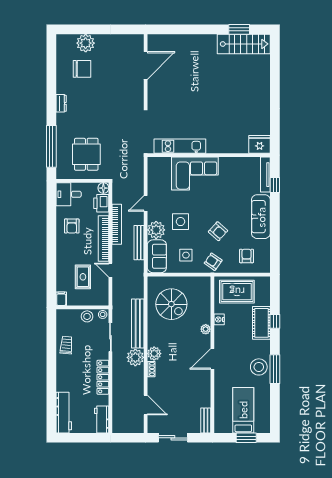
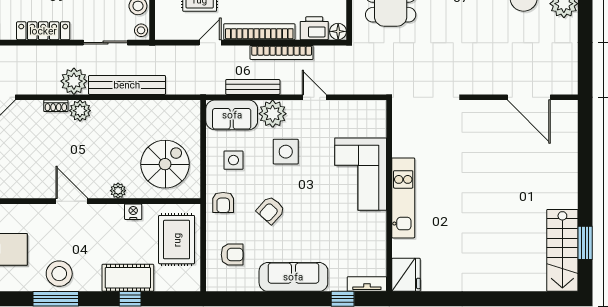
kitchen unit: (180, 146) -> (403, 198), moved
tv unit: (265, 175) -> (367, 284), width x0.71
armchair: (213, 262) -> (223, 202), turned 145
spiral stairs: (171, 304) -> (165, 164), moved, turned 180

